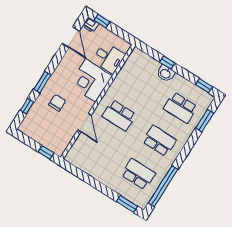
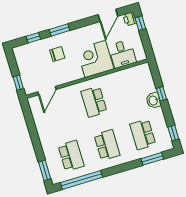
door: (84, 123) -> (47, 91), moved

